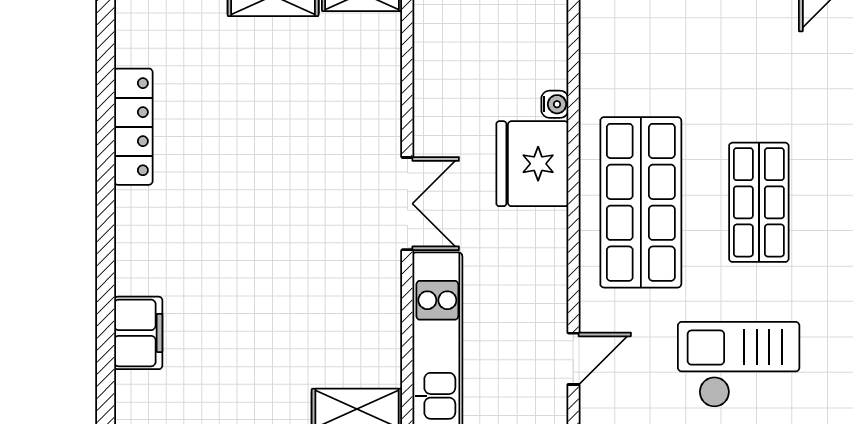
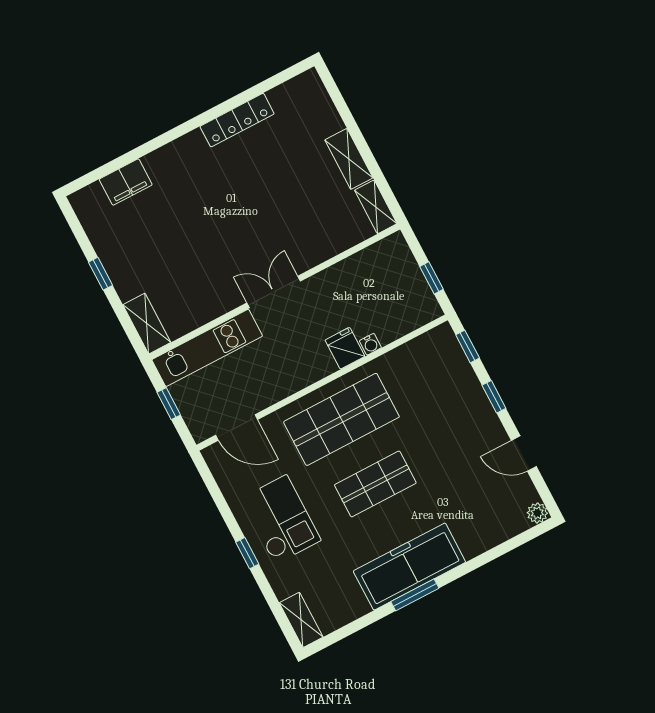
fridge: (532, 164) -> (345, 348), width x0.53, depth x0.75
double door: (407, 204) -> (274, 292), swing flipped
door: (573, 359) -> (237, 427), width x1.38

